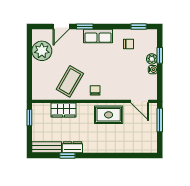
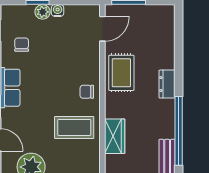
coffee table: (70, 81) -> (74, 127), turned -30
dresser: (72, 147) -> (167, 84), moved
window: (67, 156) -> (179, 131), width x3.17

